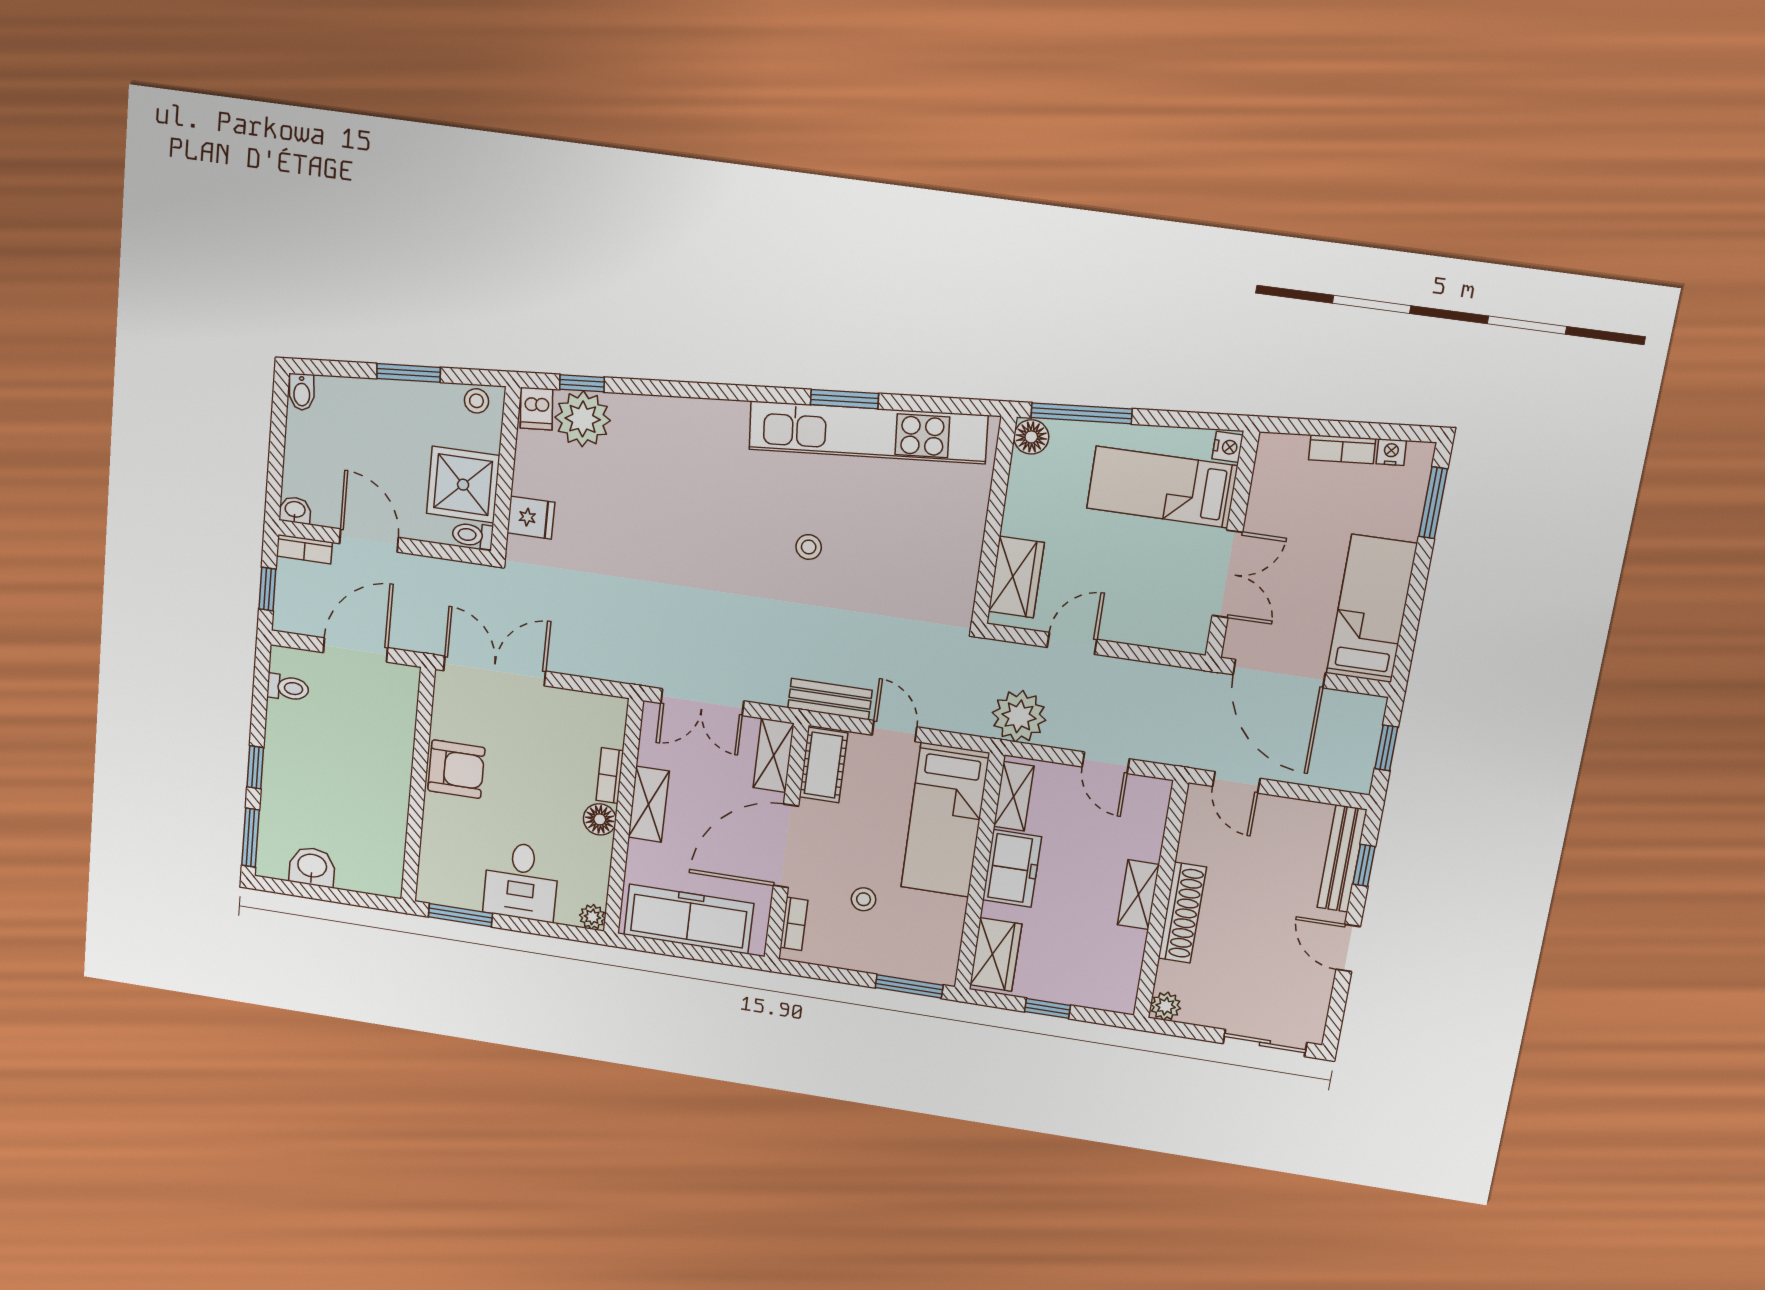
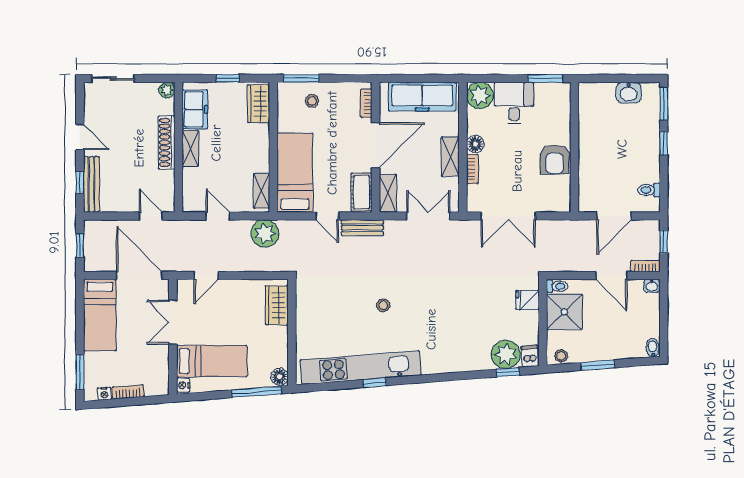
window: (844, 399) -> (375, 383), width x0.67
door: (1072, 643) -> (206, 276), moved
double door: (495, 671) -> (508, 216), moved
armchair: (456, 769) -> (555, 159), turned -90
freezer: (1012, 868) -> (195, 109), moved, turned 180
stool: (864, 899) -> (312, 101), moved
plant: (592, 917) -> (480, 95), width x1.87, depth x1.87

